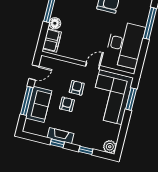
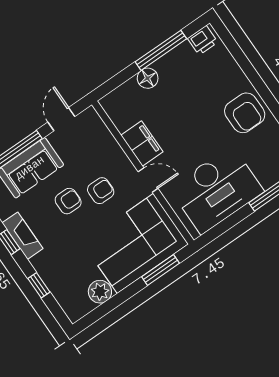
filing cabinet: (52, 40) -> (142, 143), moved, turned -90
door: (34, 72) -> (61, 119), swing flipped
plant: (110, 147) -> (100, 292), moved

